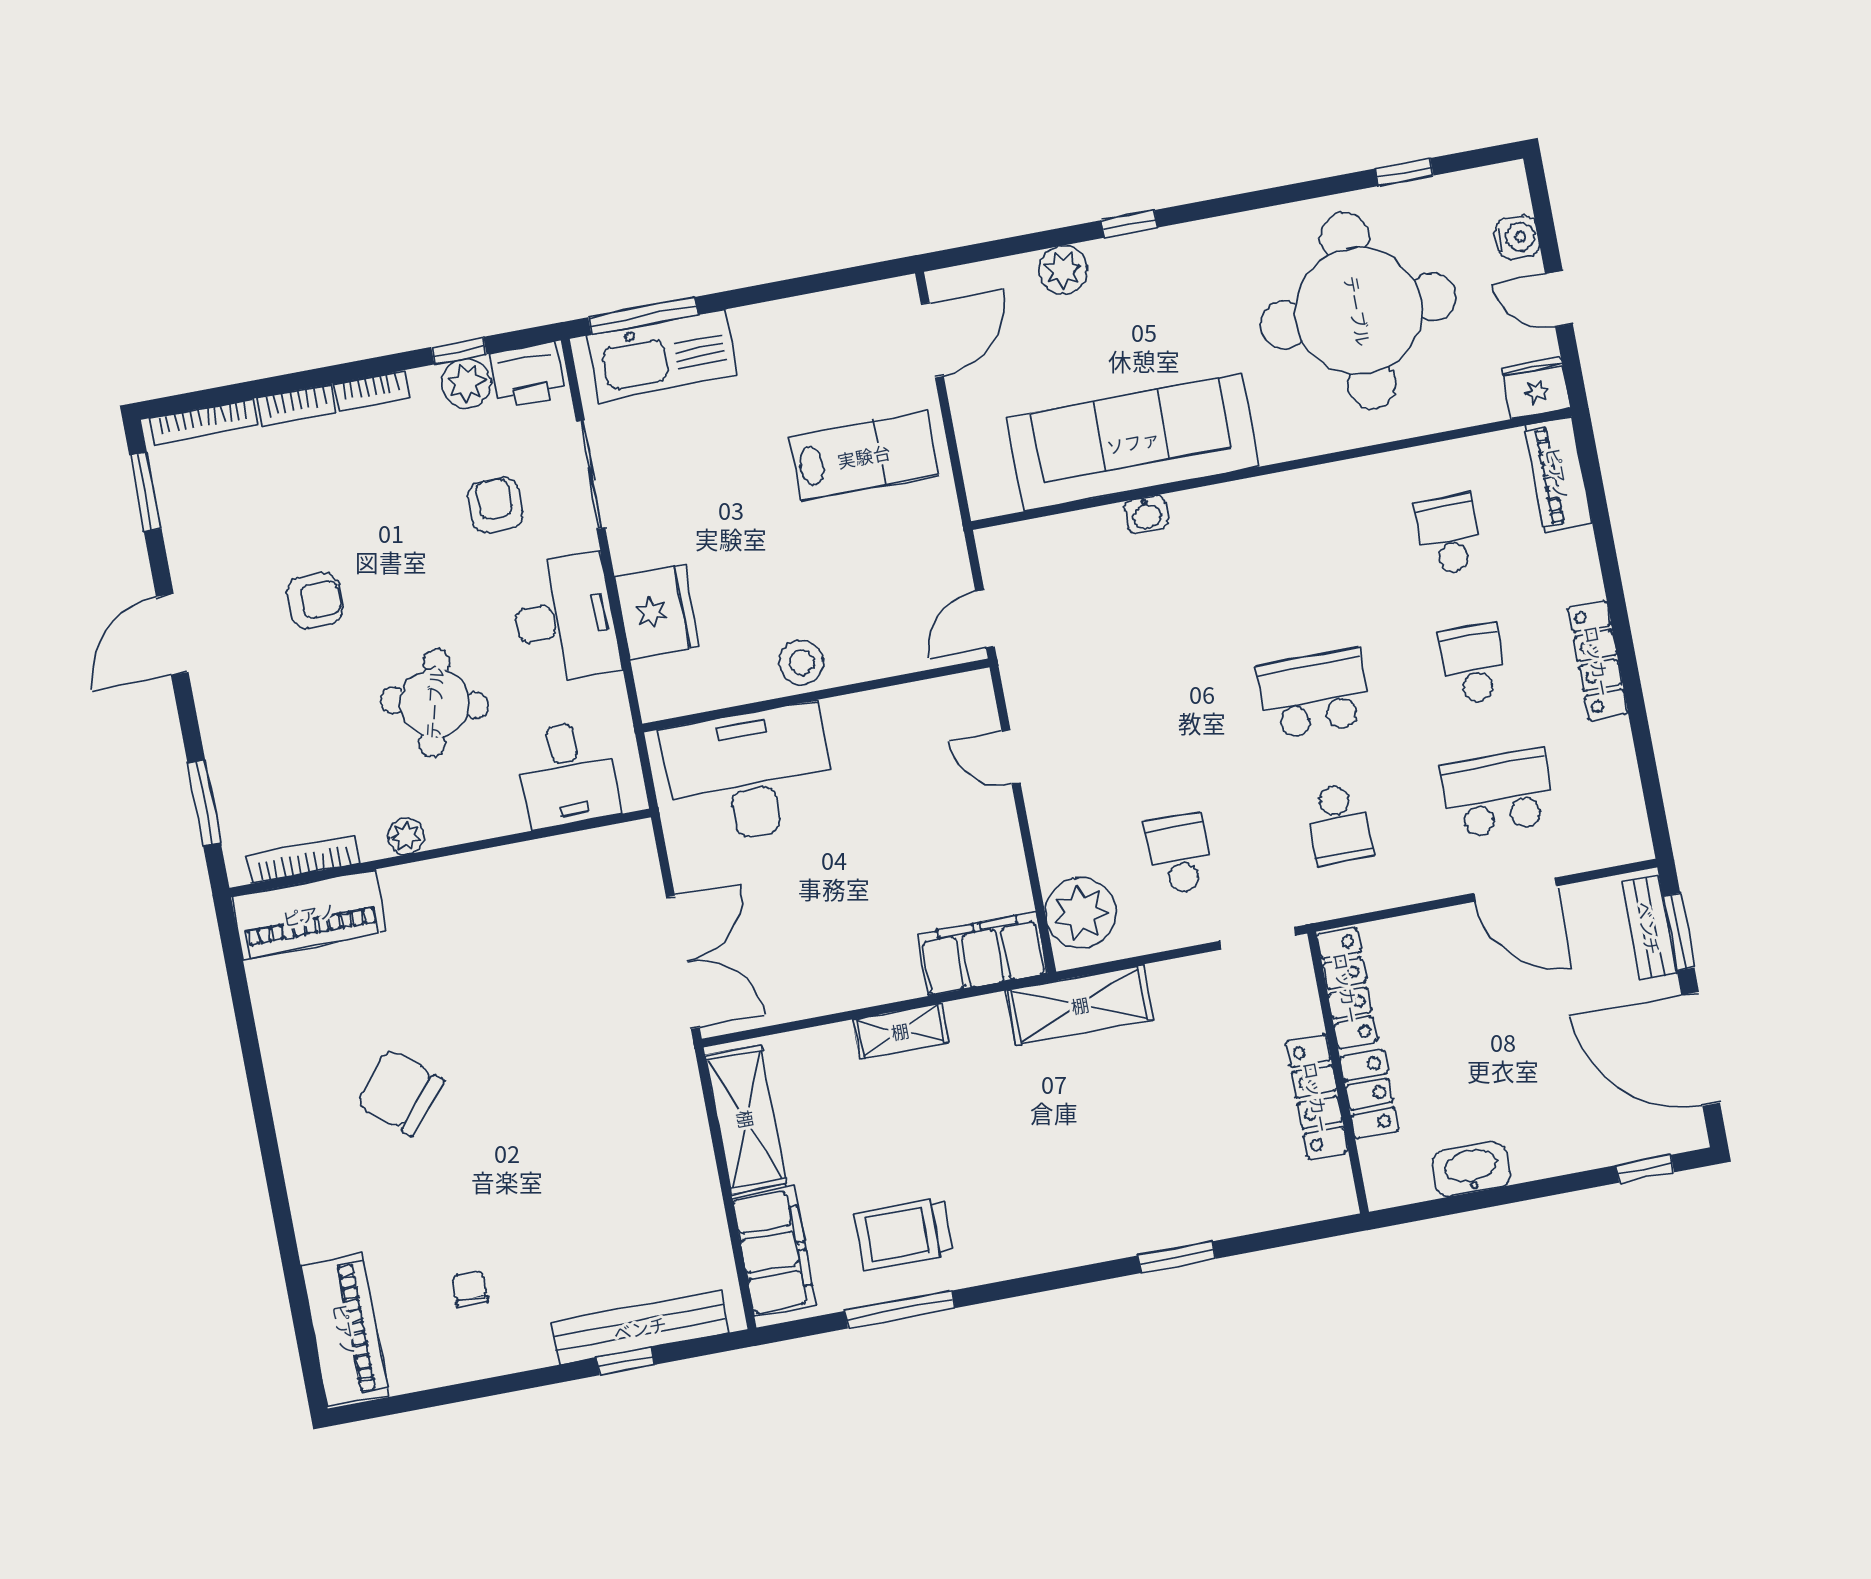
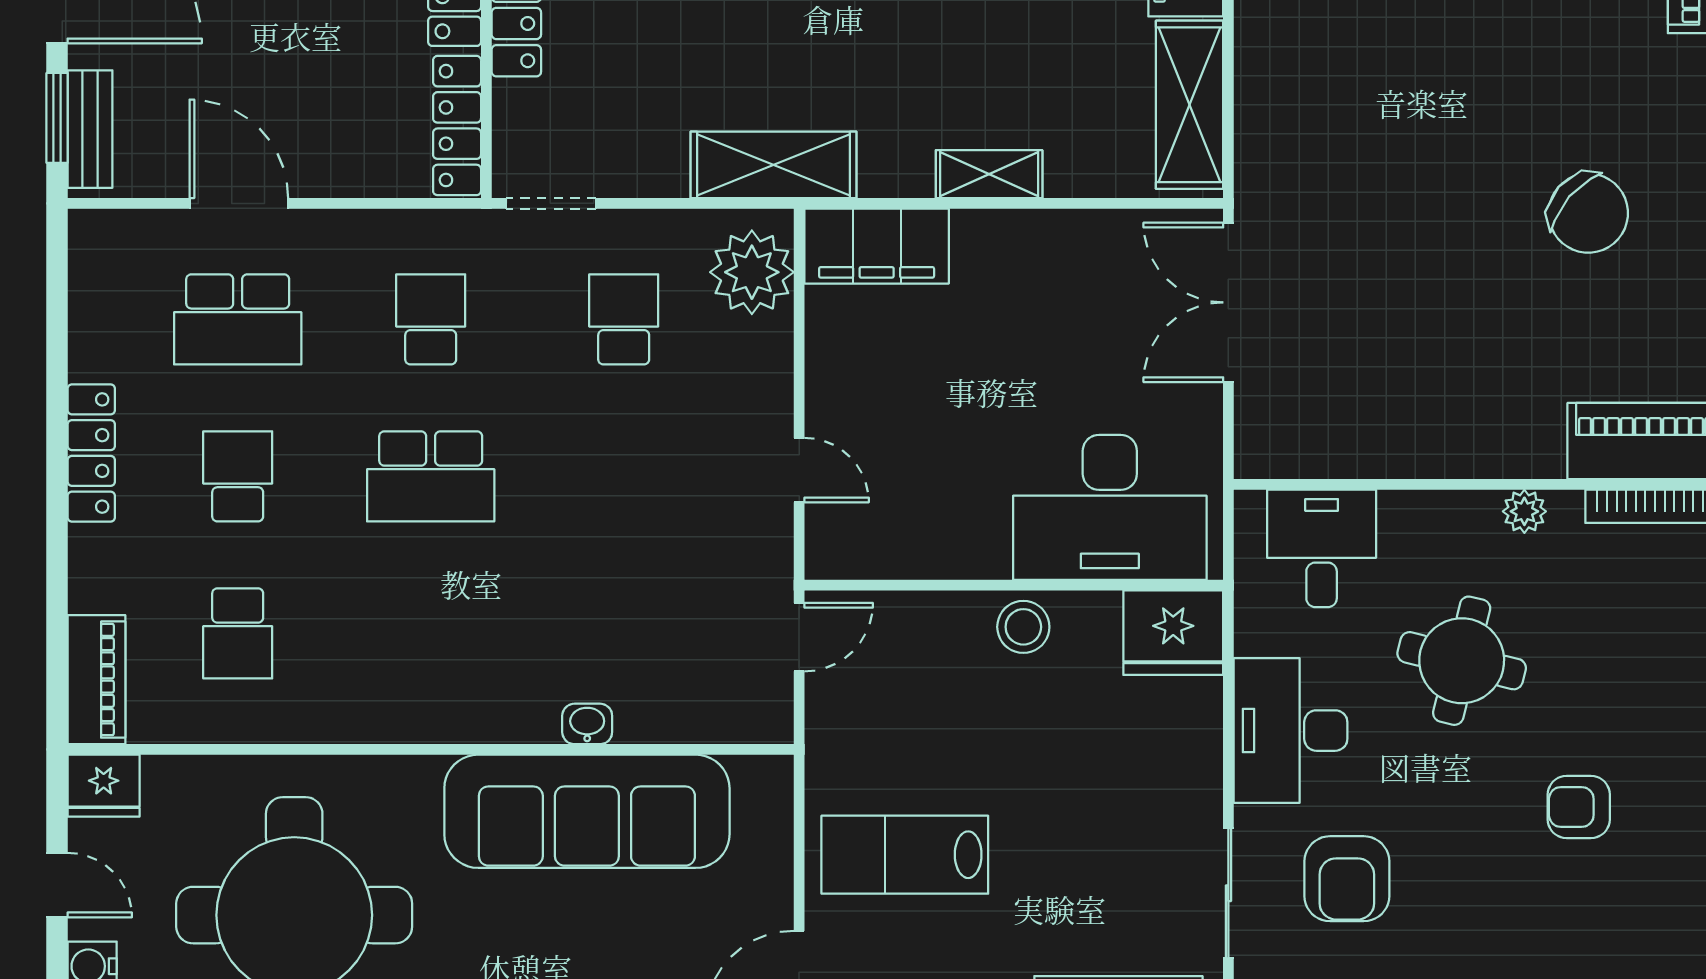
armchair: (495, 505) -> (1347, 879), width x1.38, depth x1.38
fridge: (657, 612) -> (1173, 633), moved, turned -90
school desk: (1473, 664) -> (238, 476), turned 180
school desk: (1179, 854) -> (624, 319), turned 180

